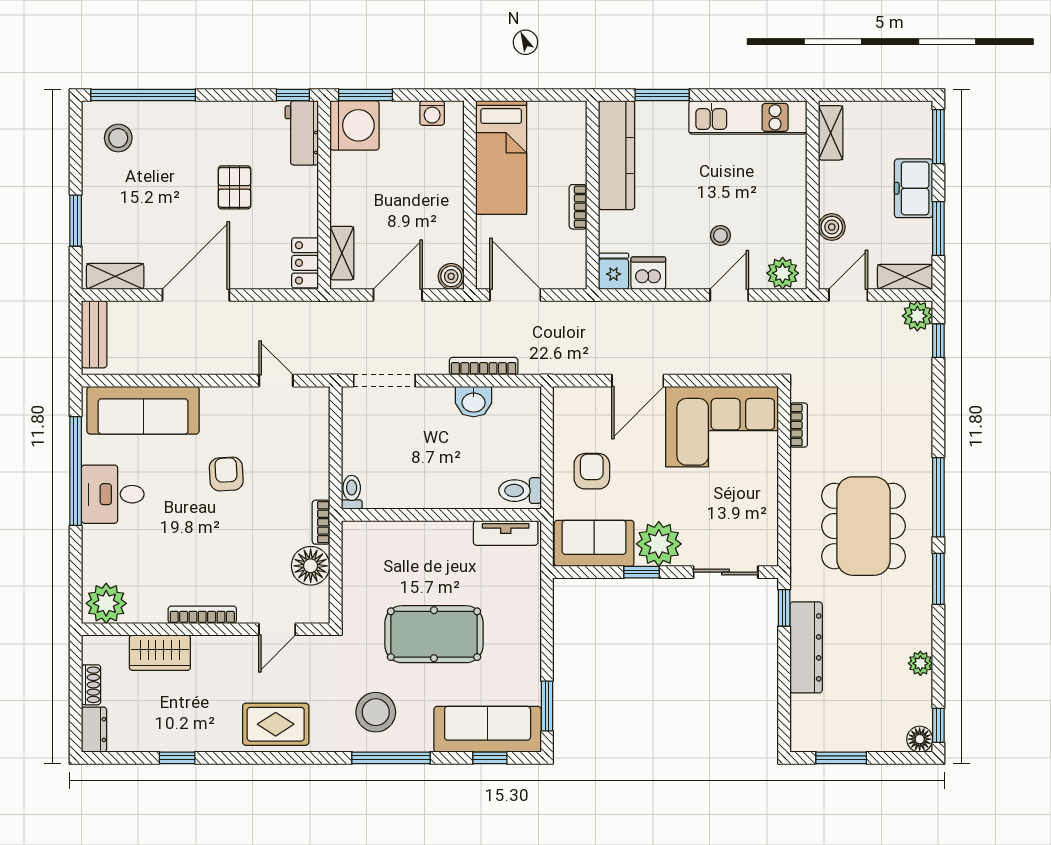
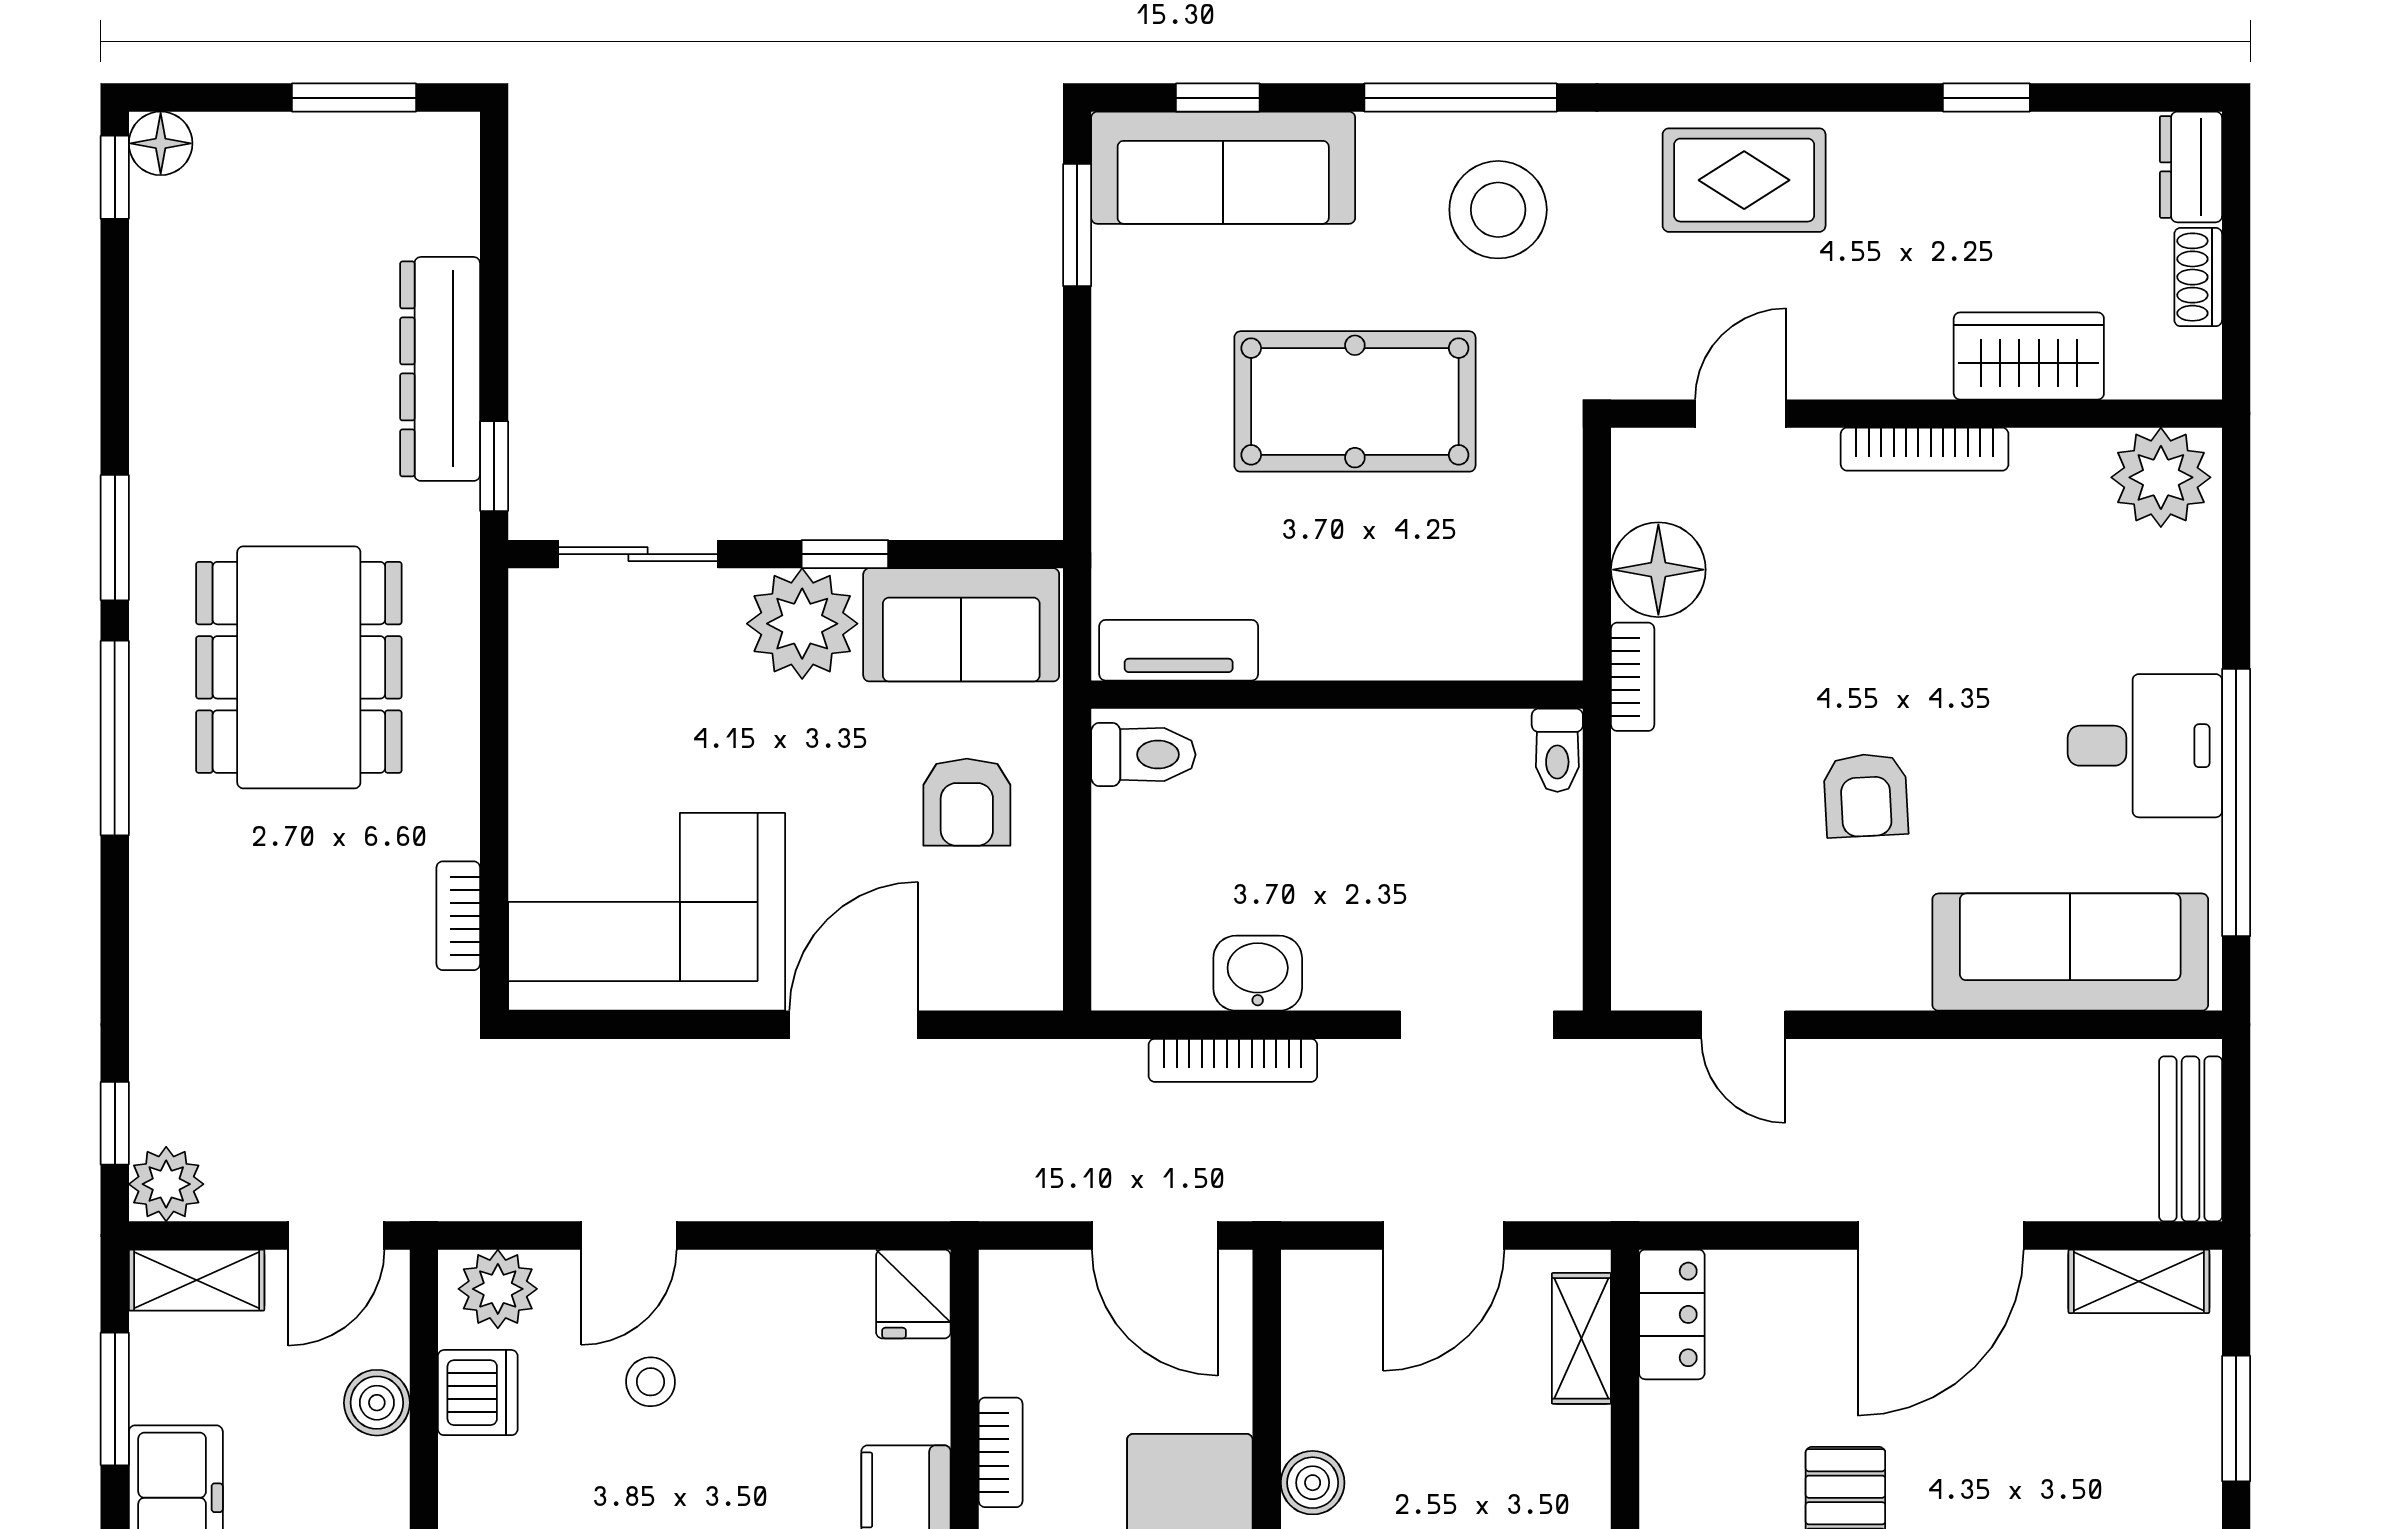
dishwasher: (648, 273) -> (478, 1393), moved, turned -90
boiler: (451, 276) -> (1313, 1483), moved
plant: (920, 663) -> (159, 330), removed

